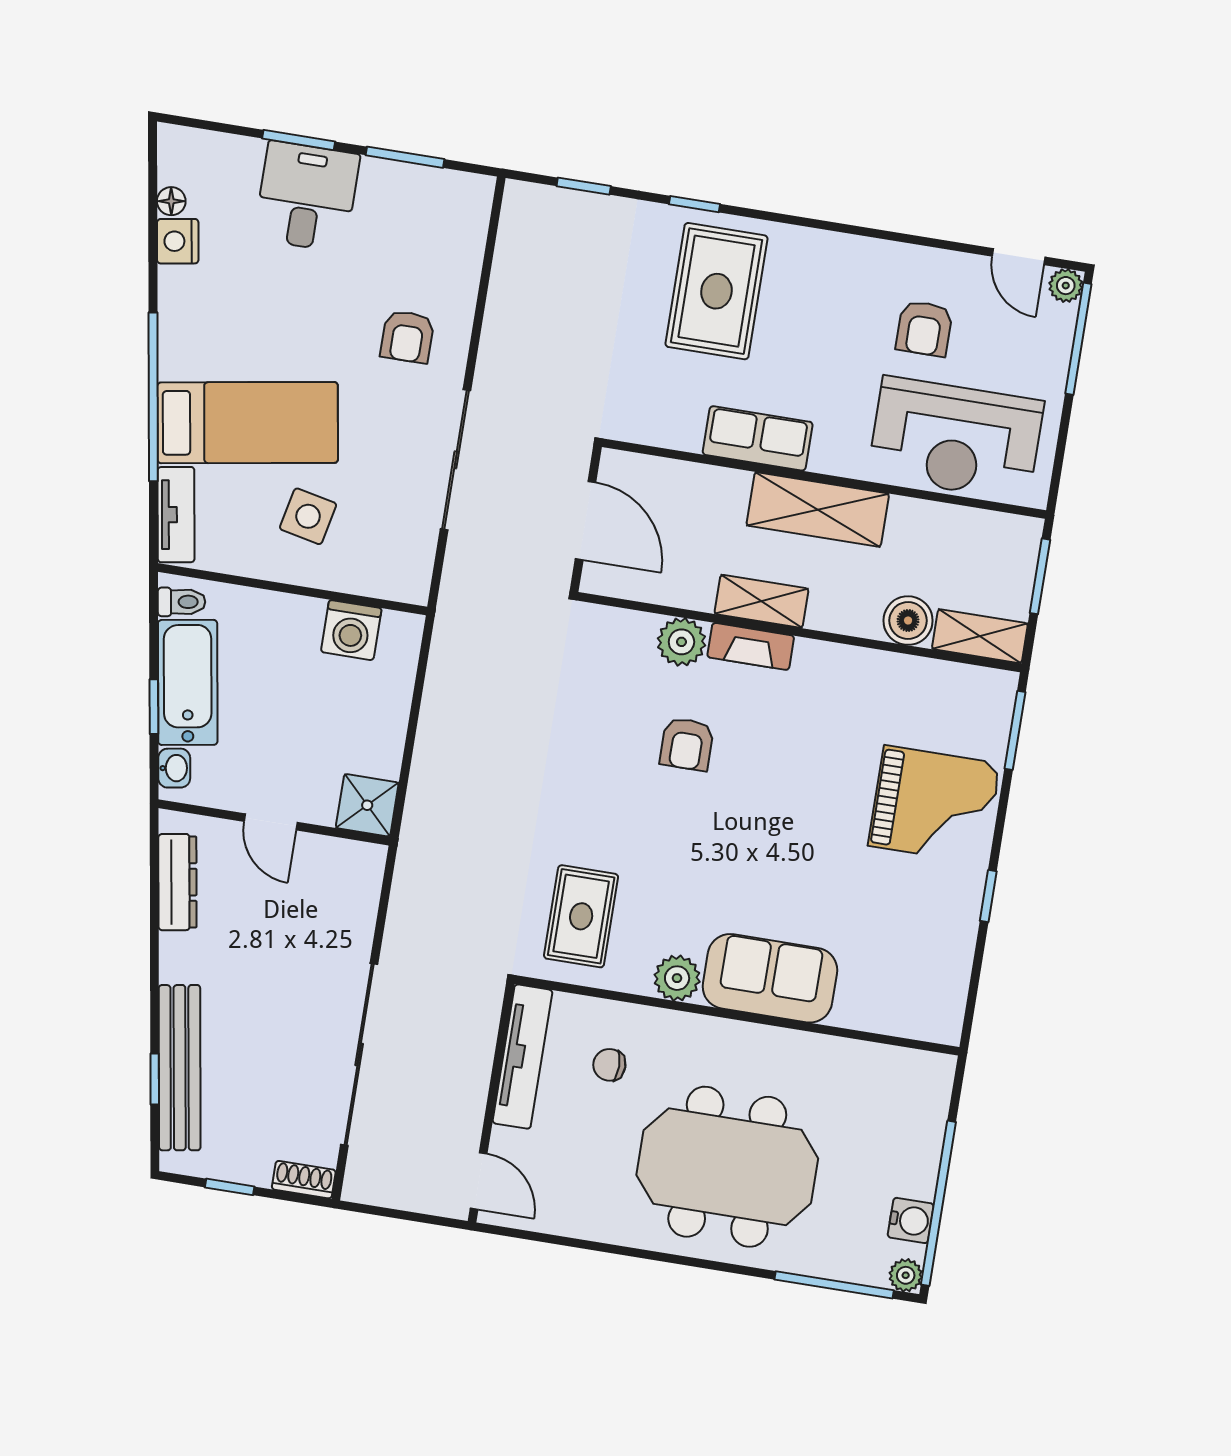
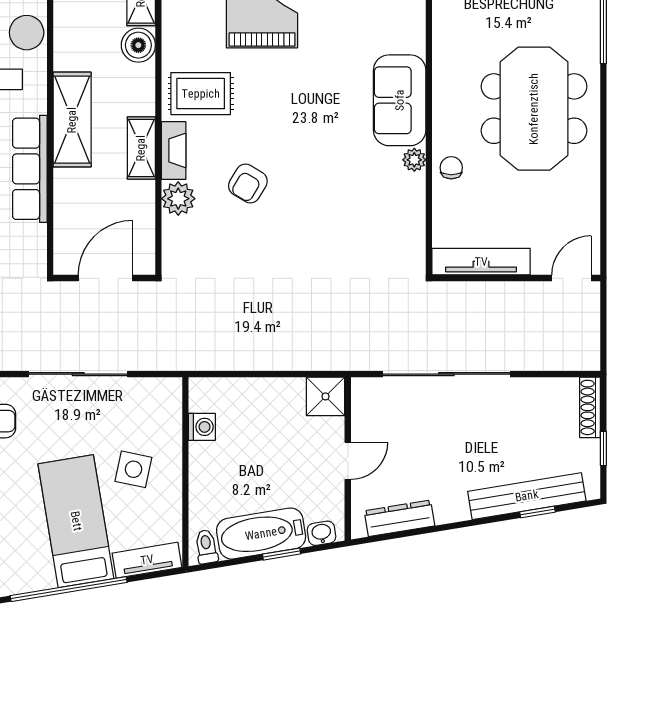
row of seats: (758, 438) -> (30, 169), width x1.48
washing machine: (351, 630) -> (202, 427), width x0.73, depth x0.73
armchair: (687, 744) -> (248, 184), turned 121
rug: (581, 916) -> (201, 94), moved
plant: (677, 978) -> (414, 160), width x0.73, depth x0.73
sliding door: (359, 1055) -> (446, 374), moved
chair: (609, 1065) -> (451, 168), moved, turned 180
shoe rack: (304, 1180) -> (590, 407), width x1.43

